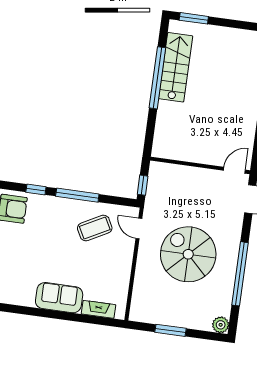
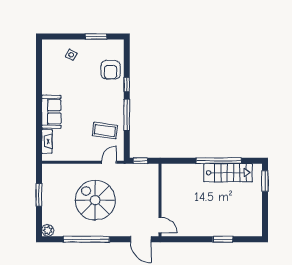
coffee table: (95, 228) -> (105, 131), turned -54
spiral stairs: (188, 254) -> (95, 200), turned -90

